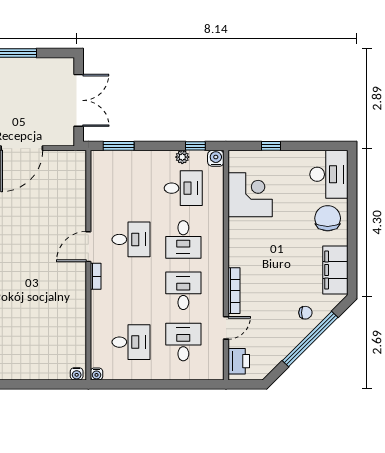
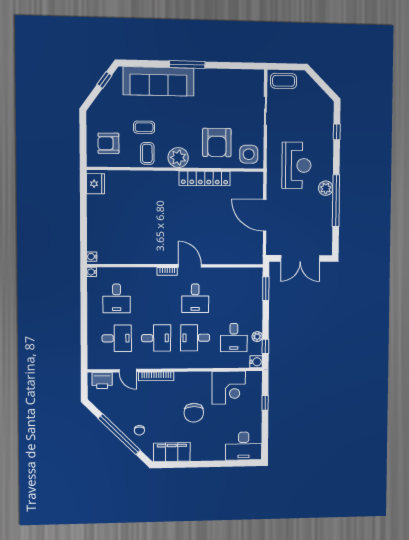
chair: (328, 218) -> (194, 413), moved, turned 90

